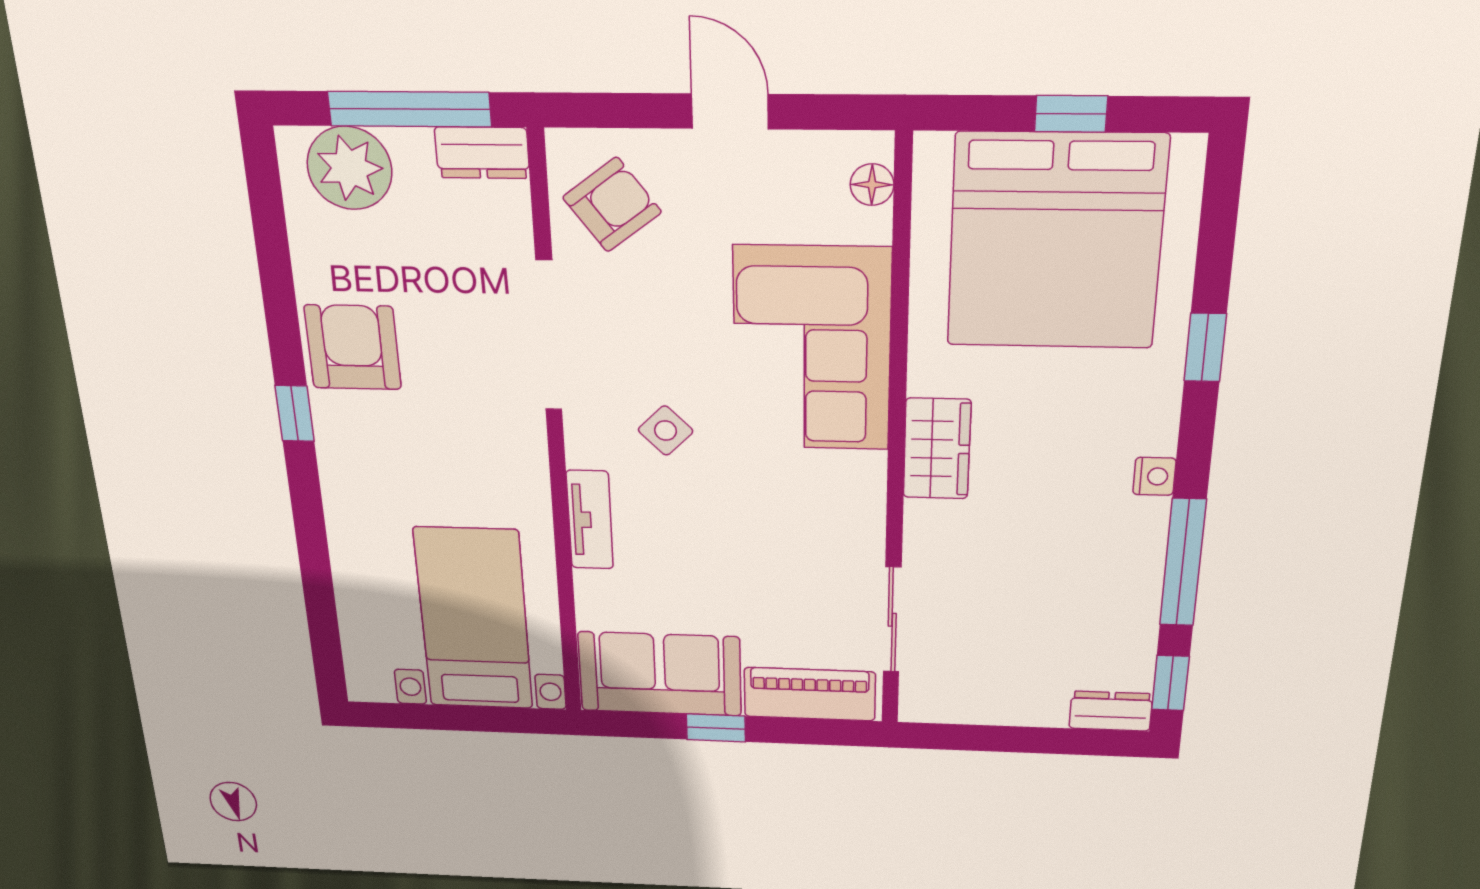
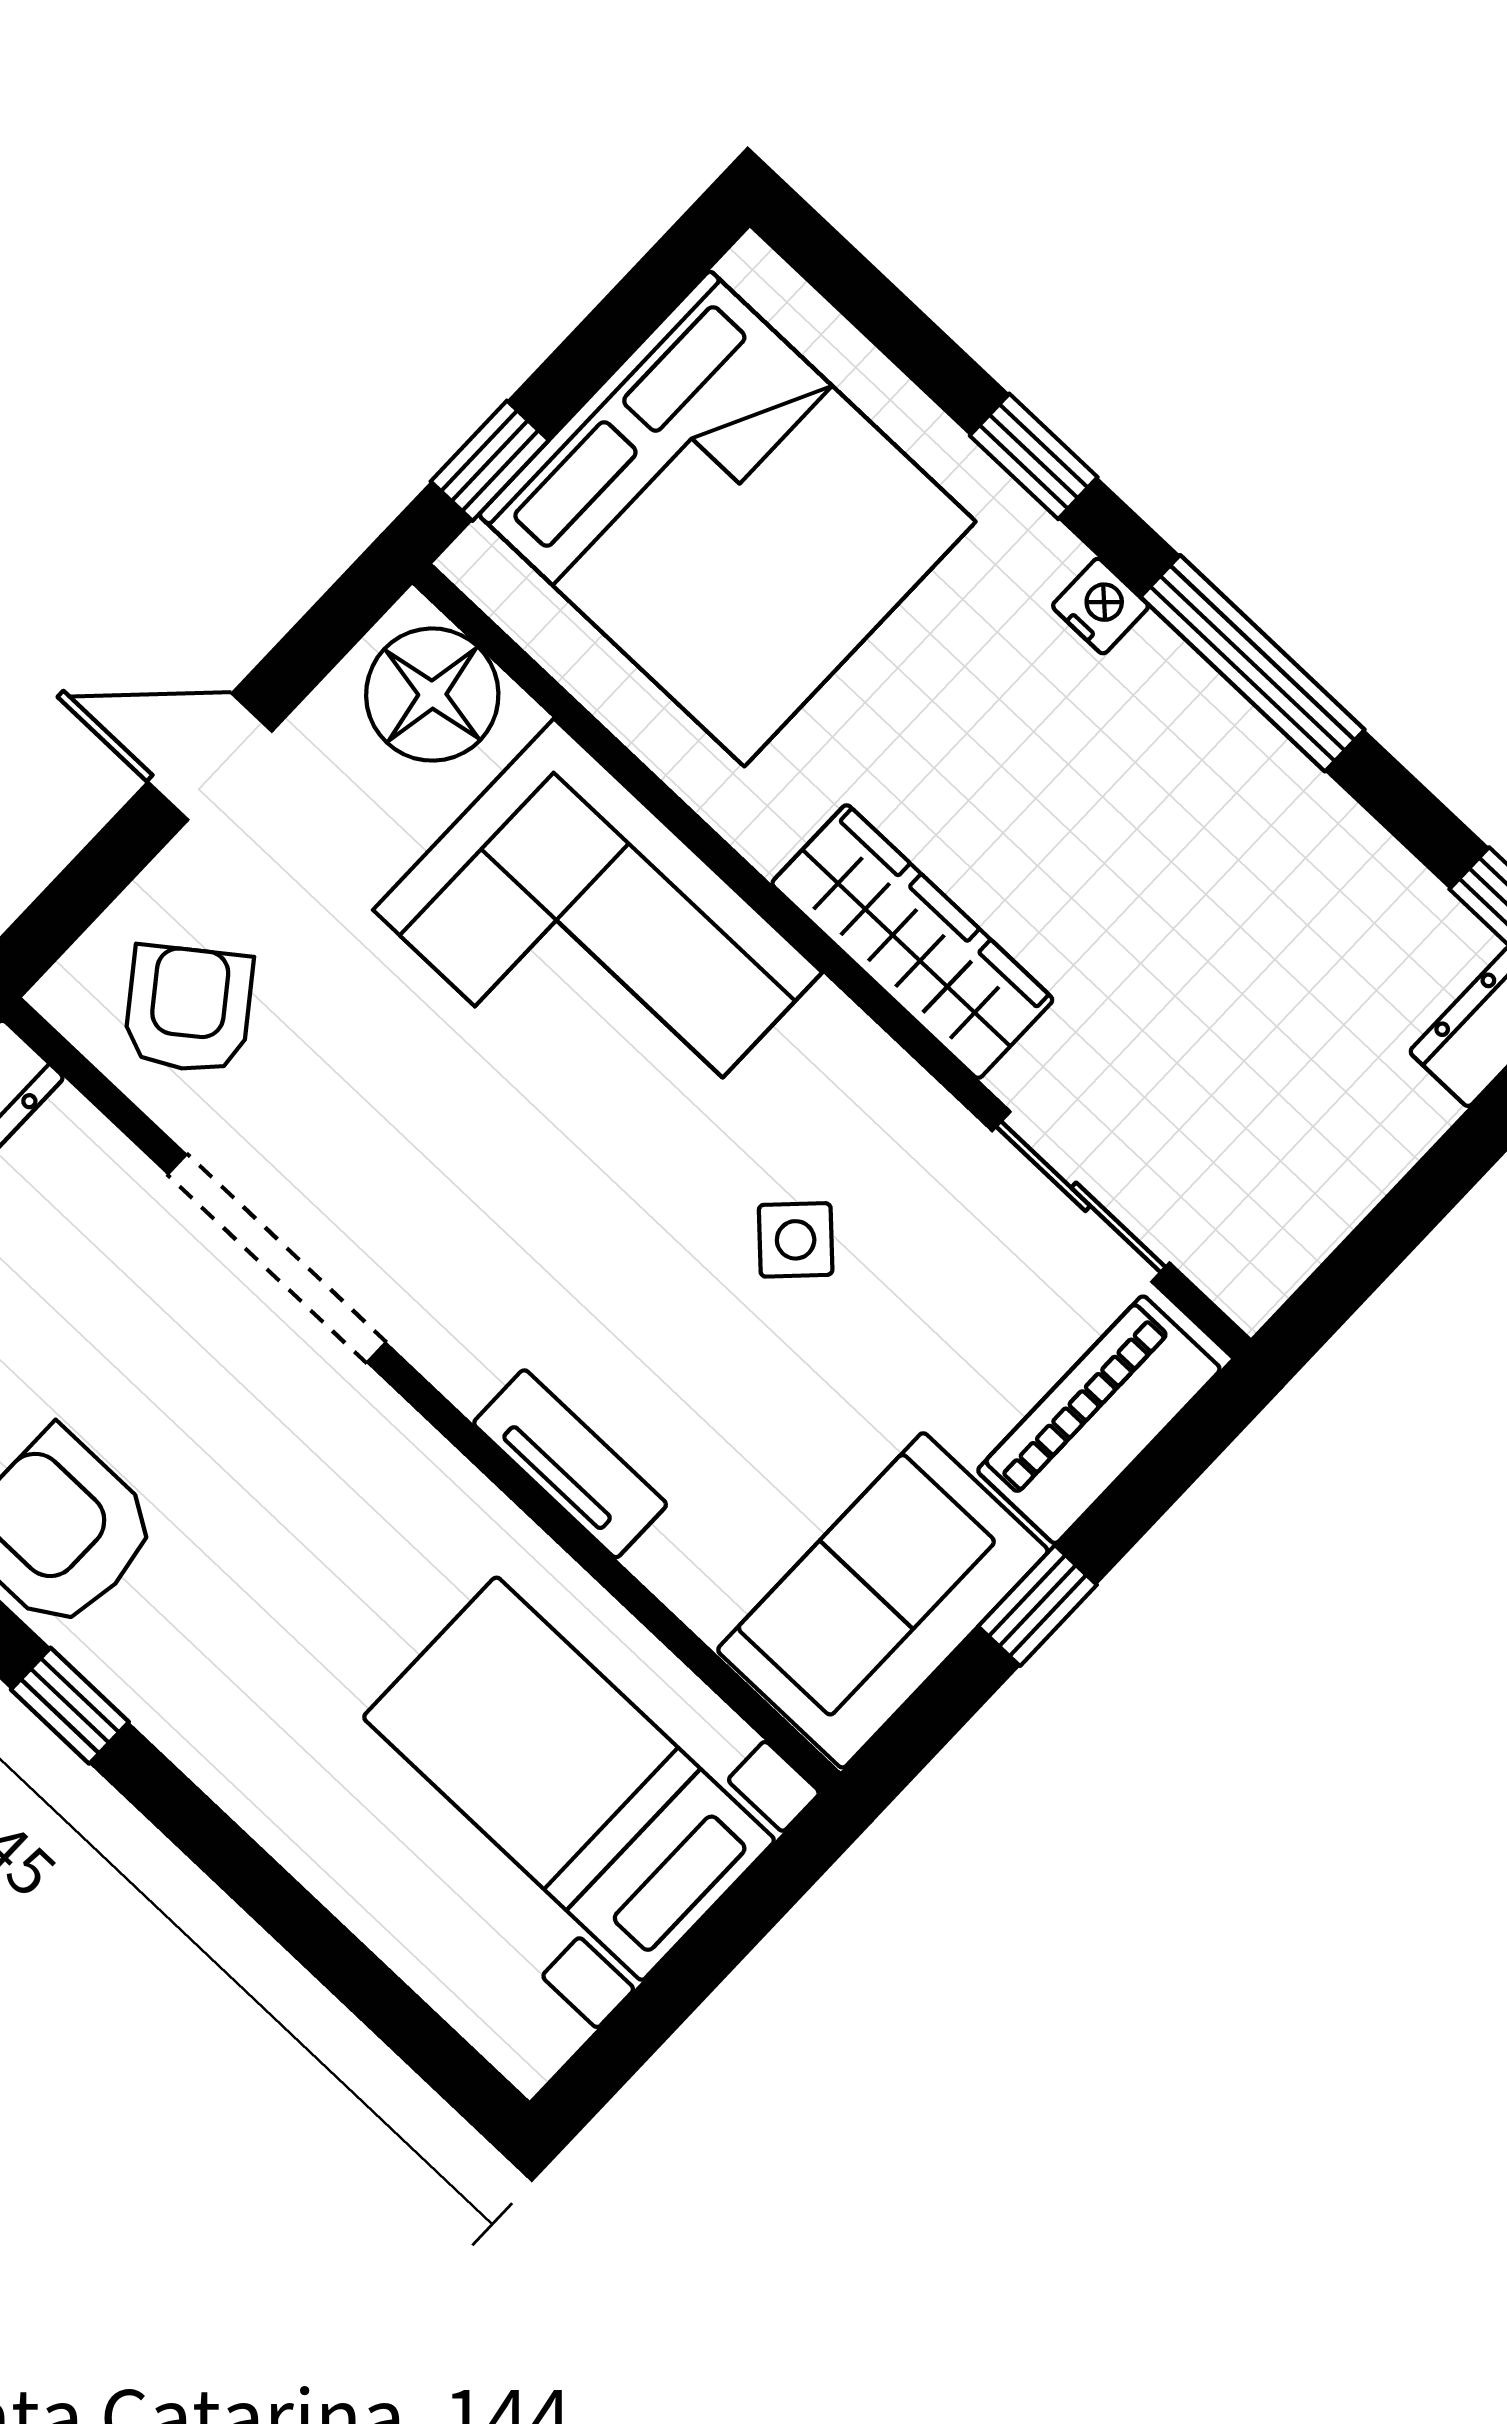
window: (1071, 114) -> (490, 461), moved
floor lamp: (872, 185) -> (432, 695), width x1.89, depth x1.89
side table: (666, 431) -> (796, 1240), moved
wardrobe: (937, 449) -> (912, 942), width x1.50
nightstand: (1154, 476) -> (1100, 606), moved
window: (1183, 563) -> (1252, 663), moved

